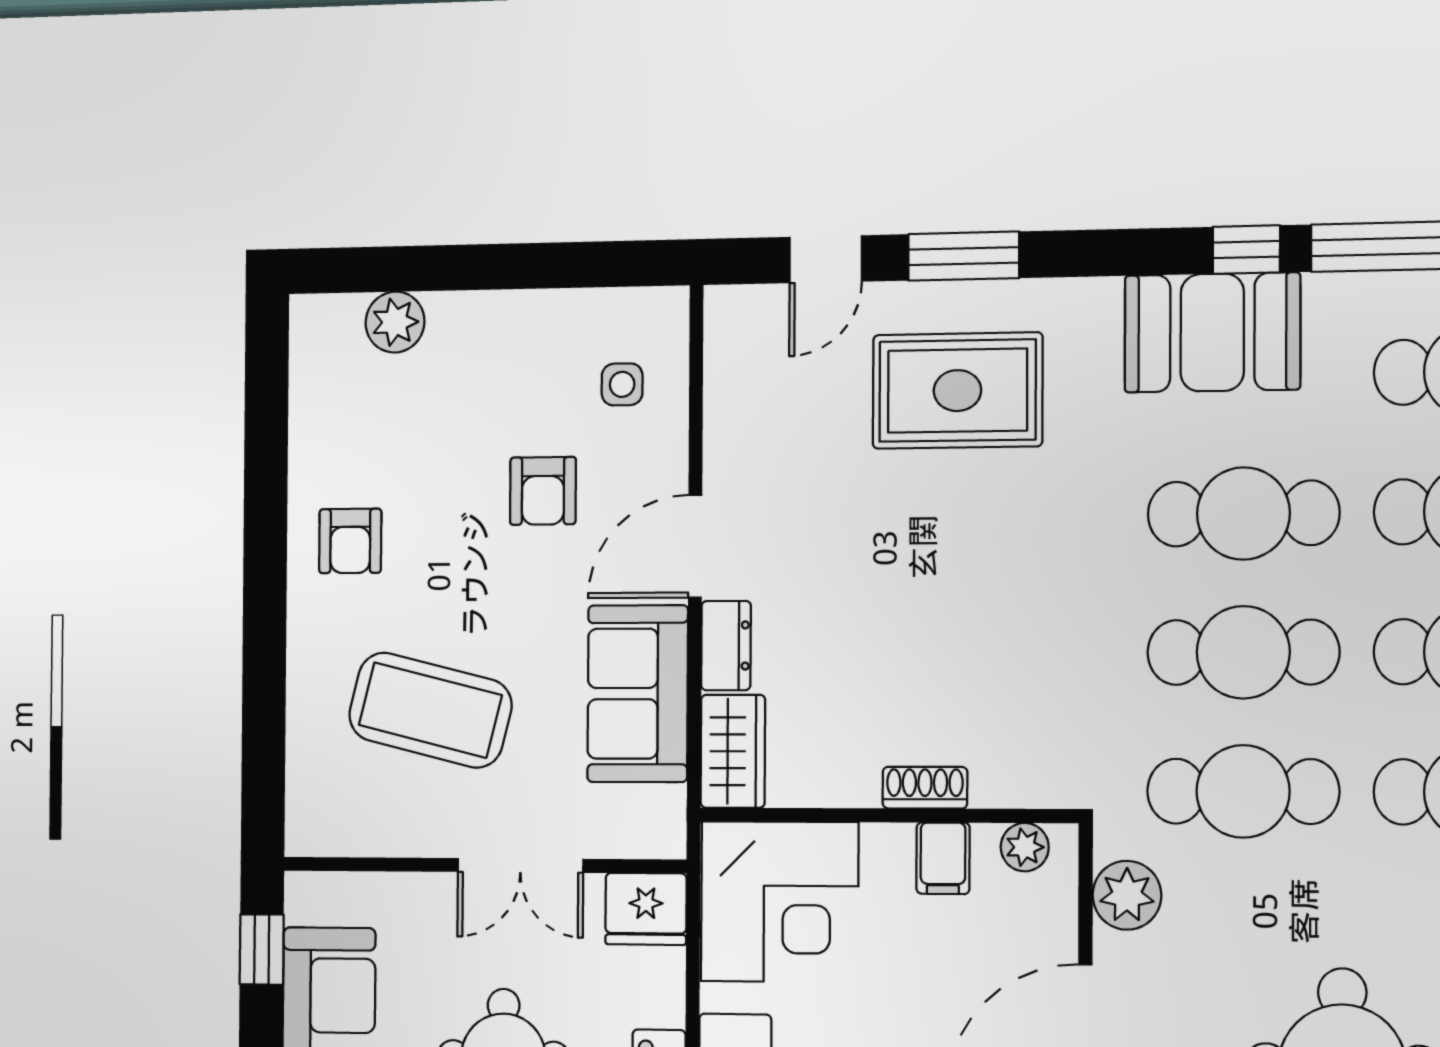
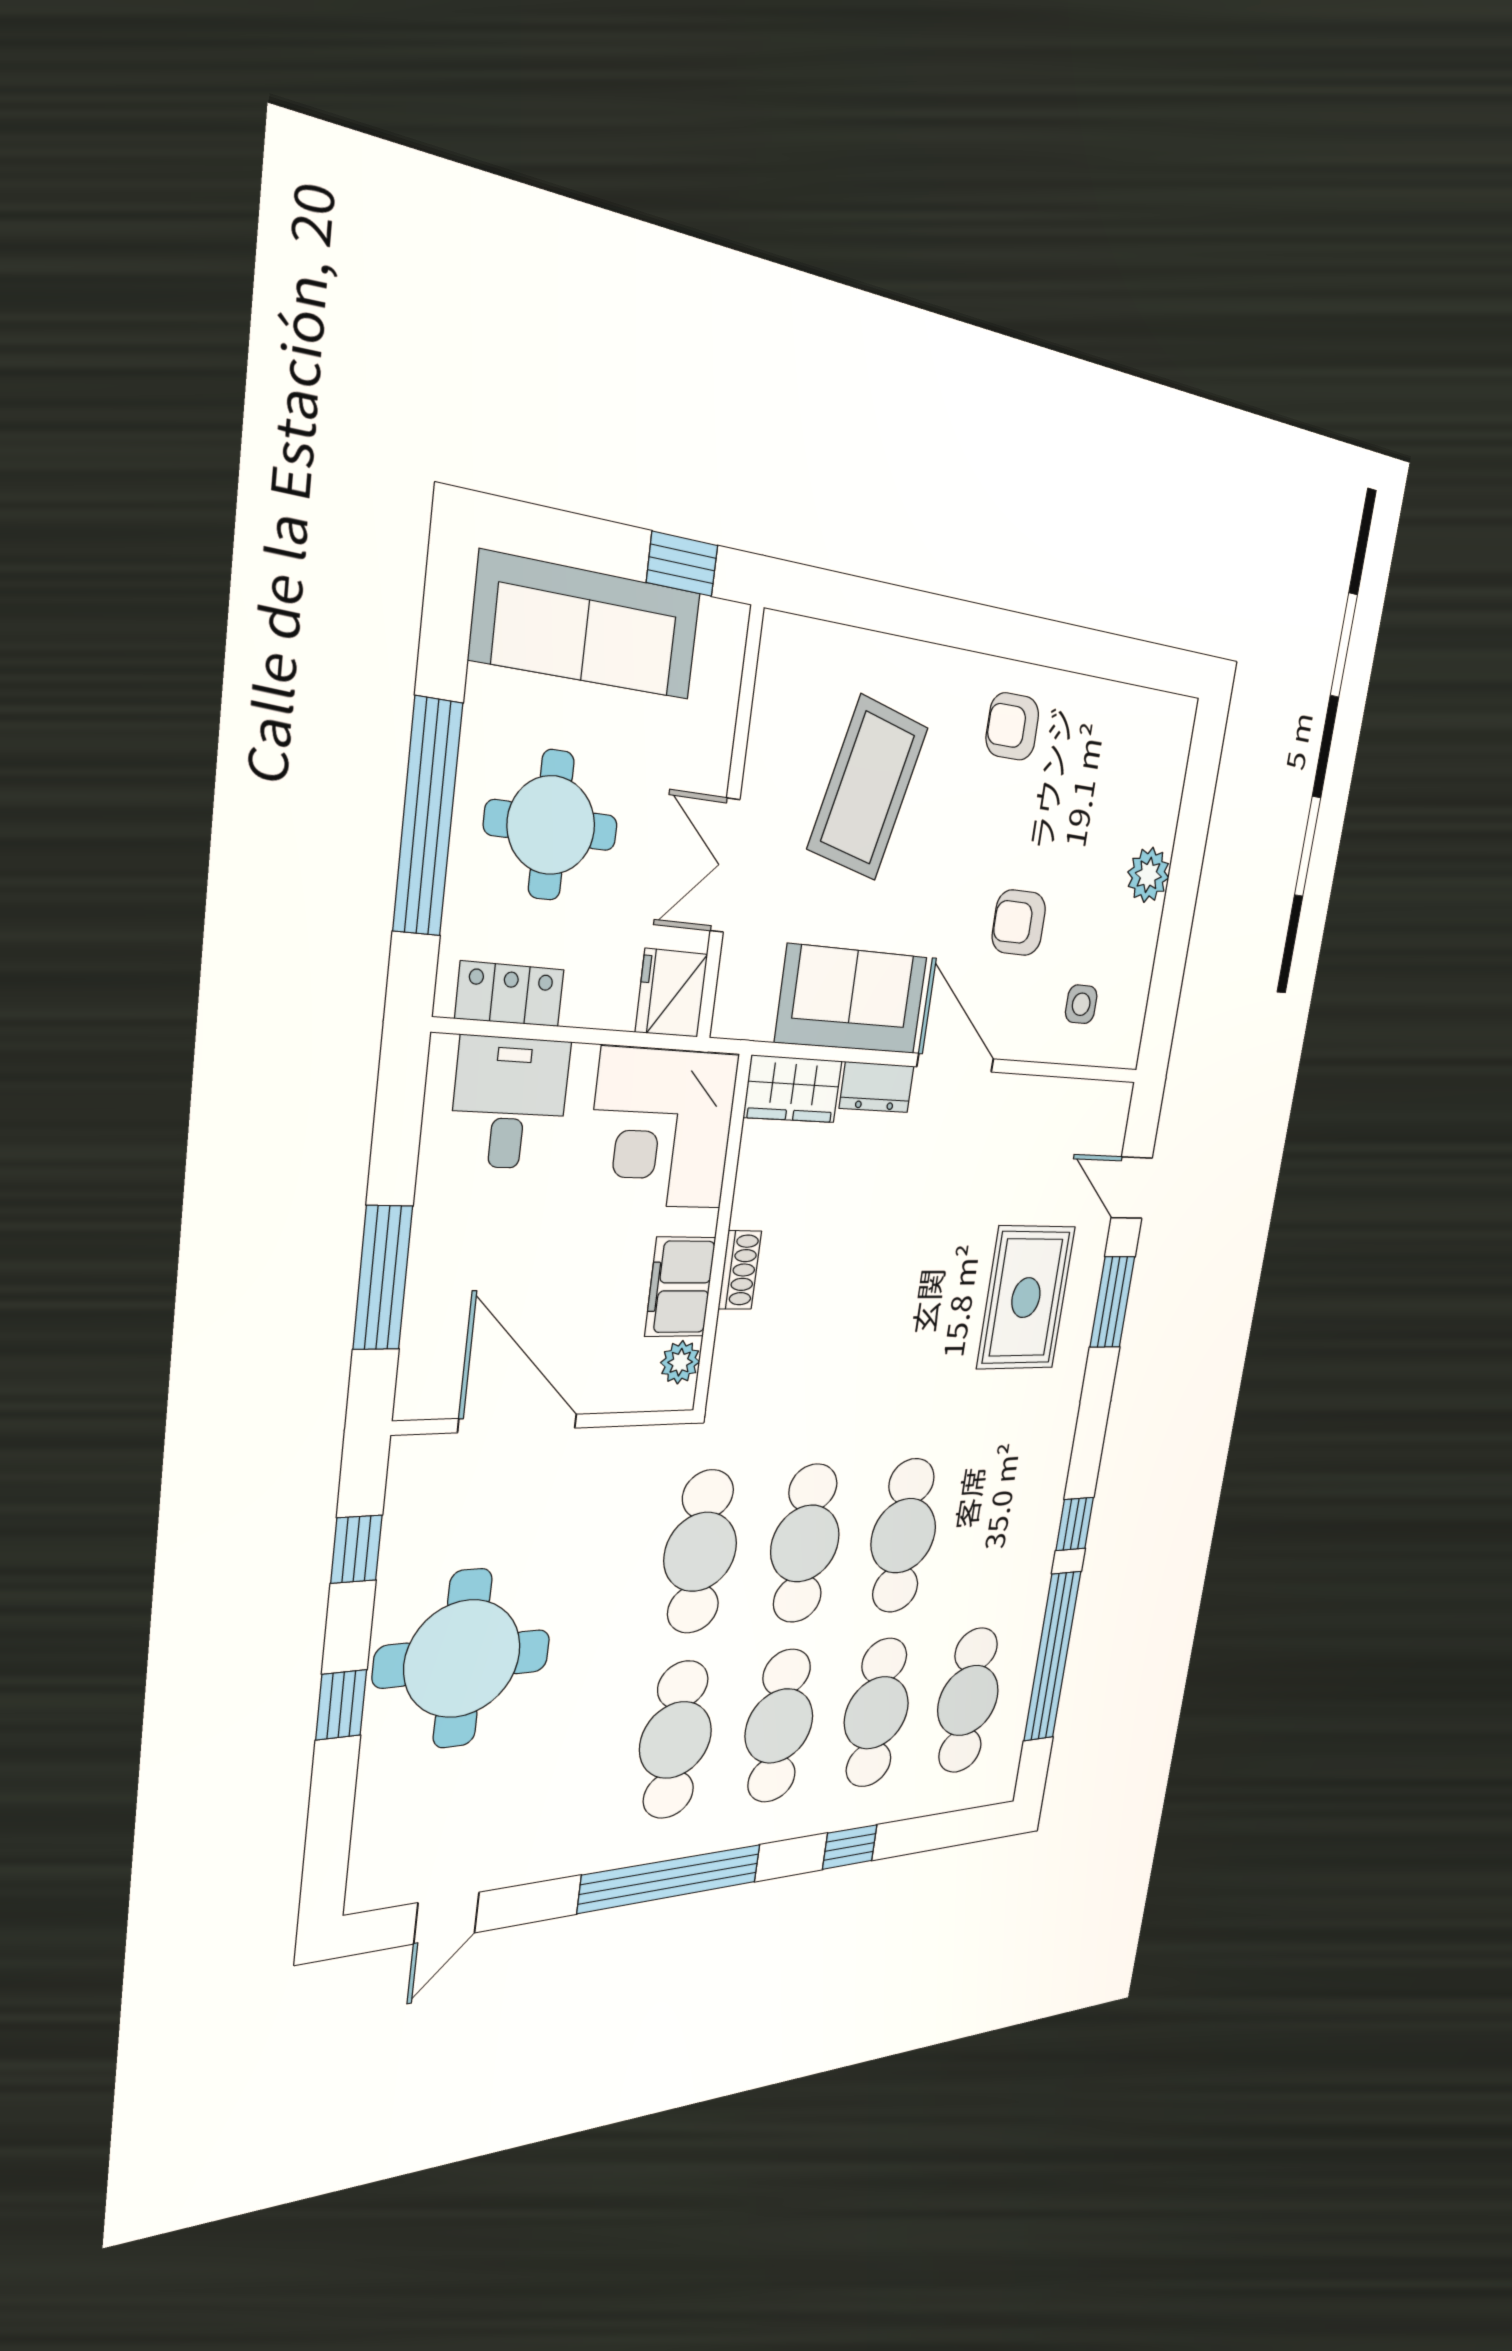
plant: (395, 322) -> (1148, 875), moved
booth: (1212, 332) -> (1028, 1502), removed
filing cabinet: (943, 858) -> (680, 1287), width x2.00
plant: (1127, 895) -> (630, 1456), removed

